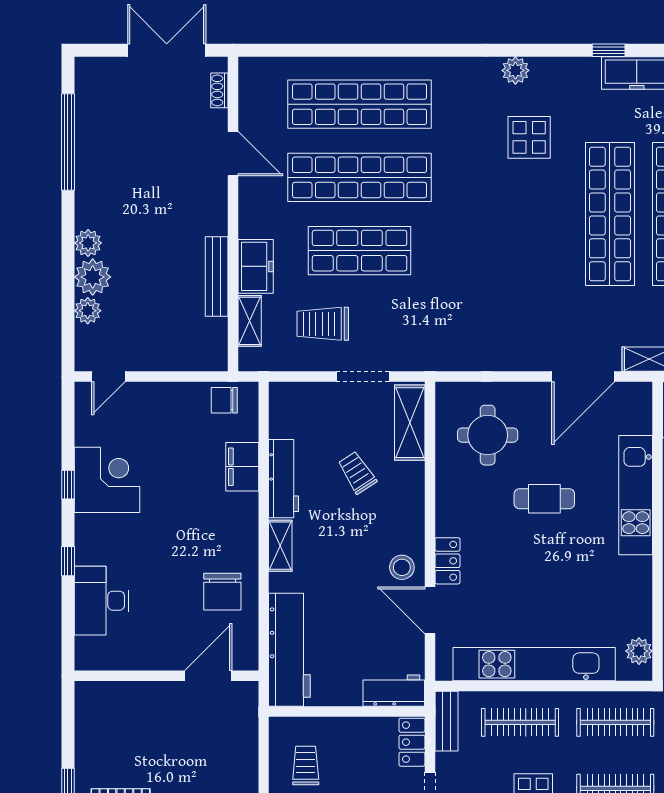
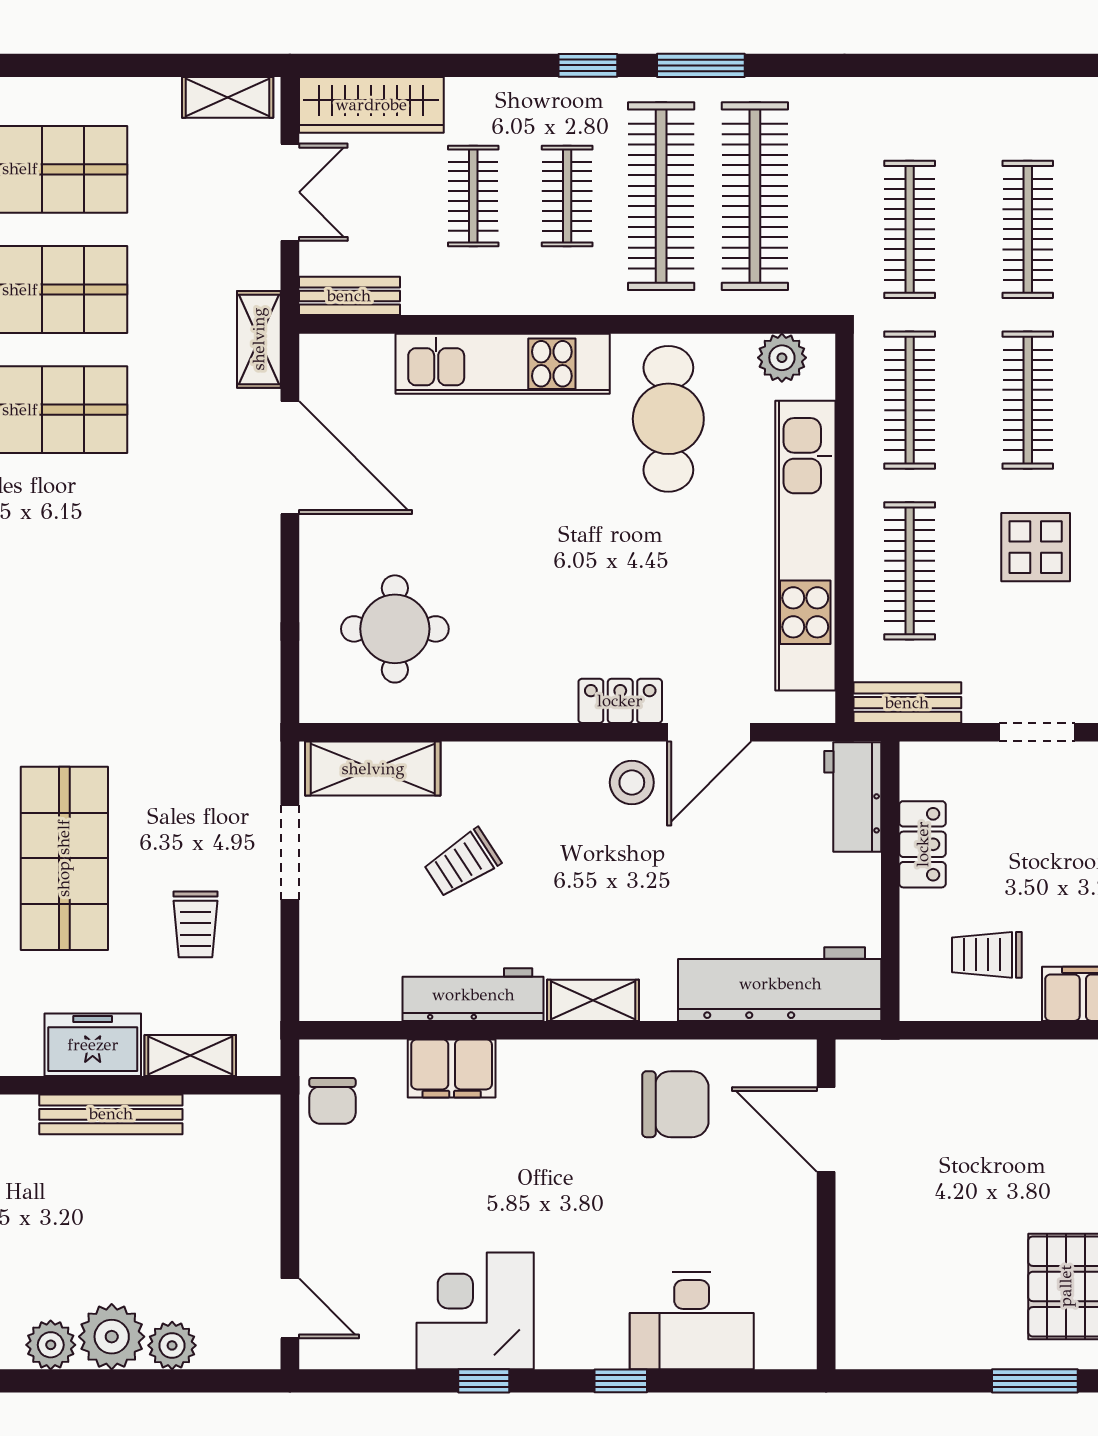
trolley: (323, 324) -> (196, 924), width x0.73, depth x0.72
cafe table: (544, 499) -> (668, 419), moved, width x1.37, depth x1.35
locker: (412, 742) -> (923, 844), moved, turned -90

